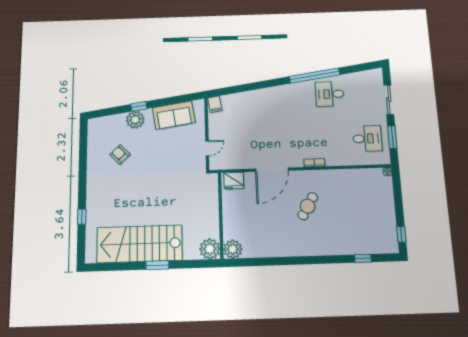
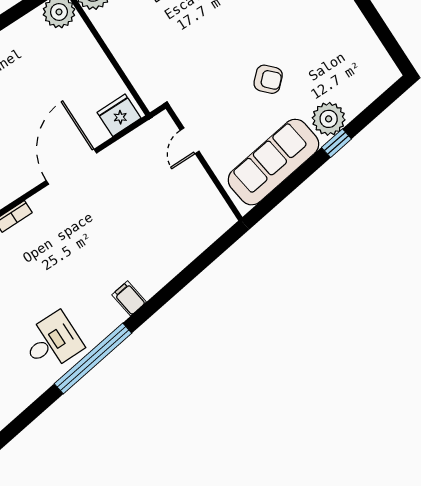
filing cabinet: (215, 104) -> (129, 298), moved
sofa: (174, 115) -> (273, 162), width x1.36
armchair: (120, 154) -> (268, 79), moved

